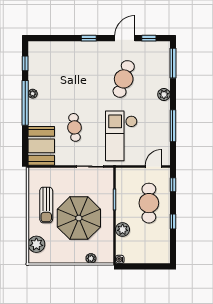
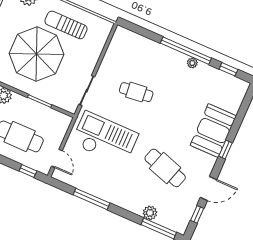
door: (125, 38) -> (208, 189), hinge flipped
plant: (164, 94) -> (150, 213), moved
booth: (41, 146) -> (213, 131), moved, turned 90

